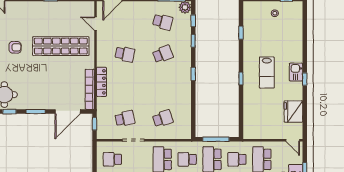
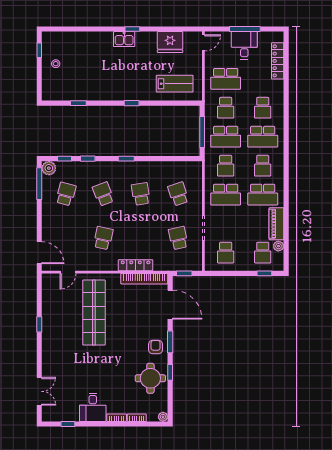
armchair: (15, 47) -> (156, 347), moved
lab bench: (267, 73) -> (175, 84), moved
school desk: (163, 86) -> (141, 194), added

